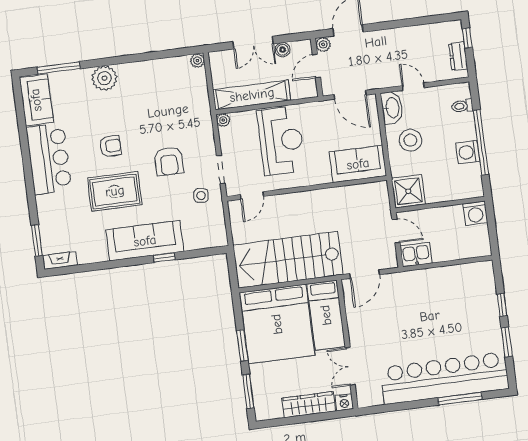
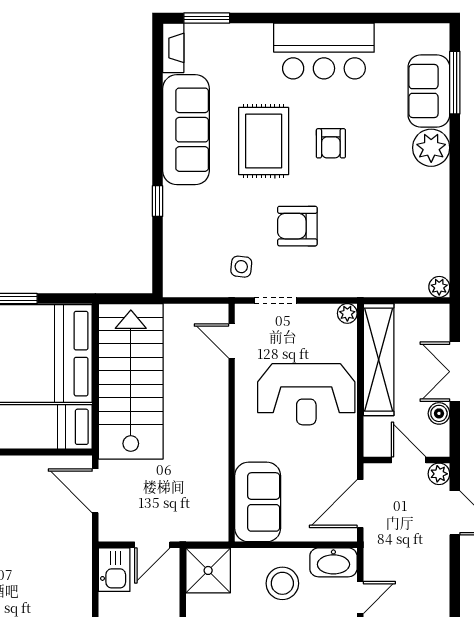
sofa: (36, 100) -> (429, 91), moved, turned 90
sofa: (145, 241) -> (186, 130), moved

